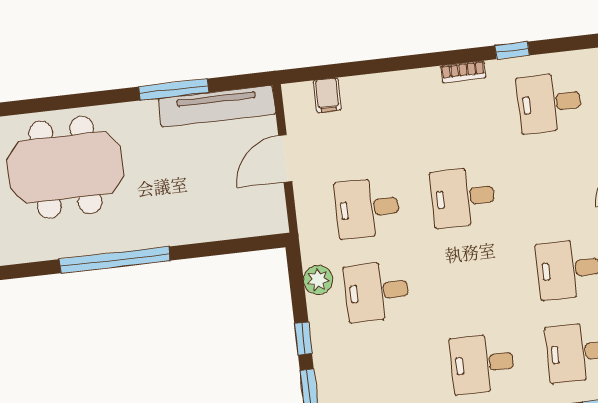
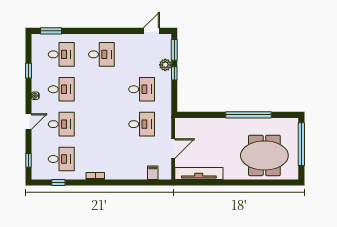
window: (512, 50) -> (58, 182), moved
window: (174, 90) -> (216, 182), removed
desk: (463, 197) -> (61, 124), moved
plant: (318, 280) -> (165, 65), moved

